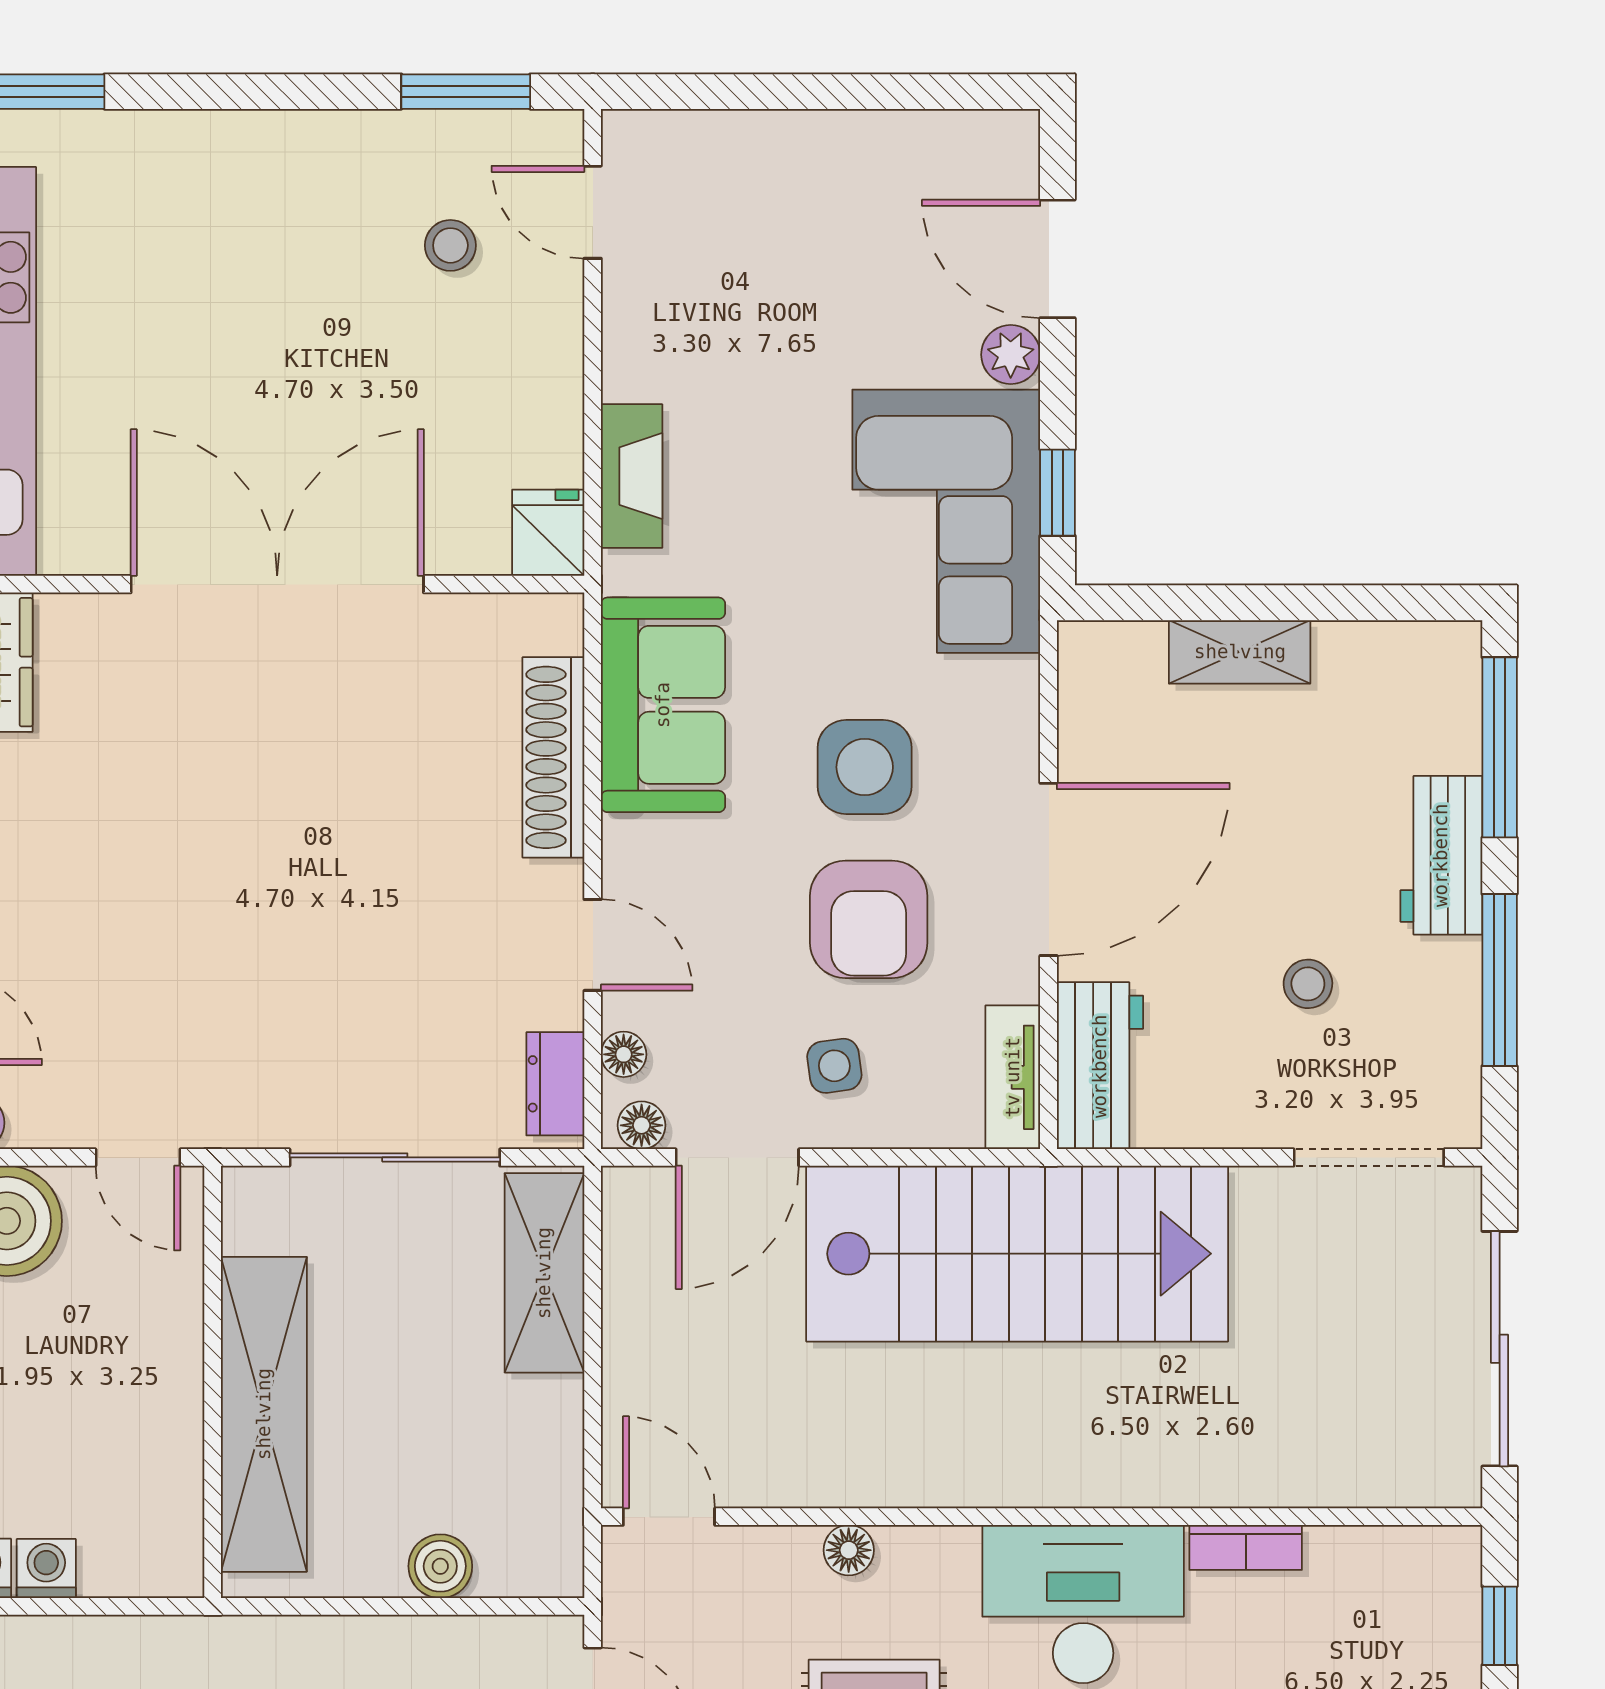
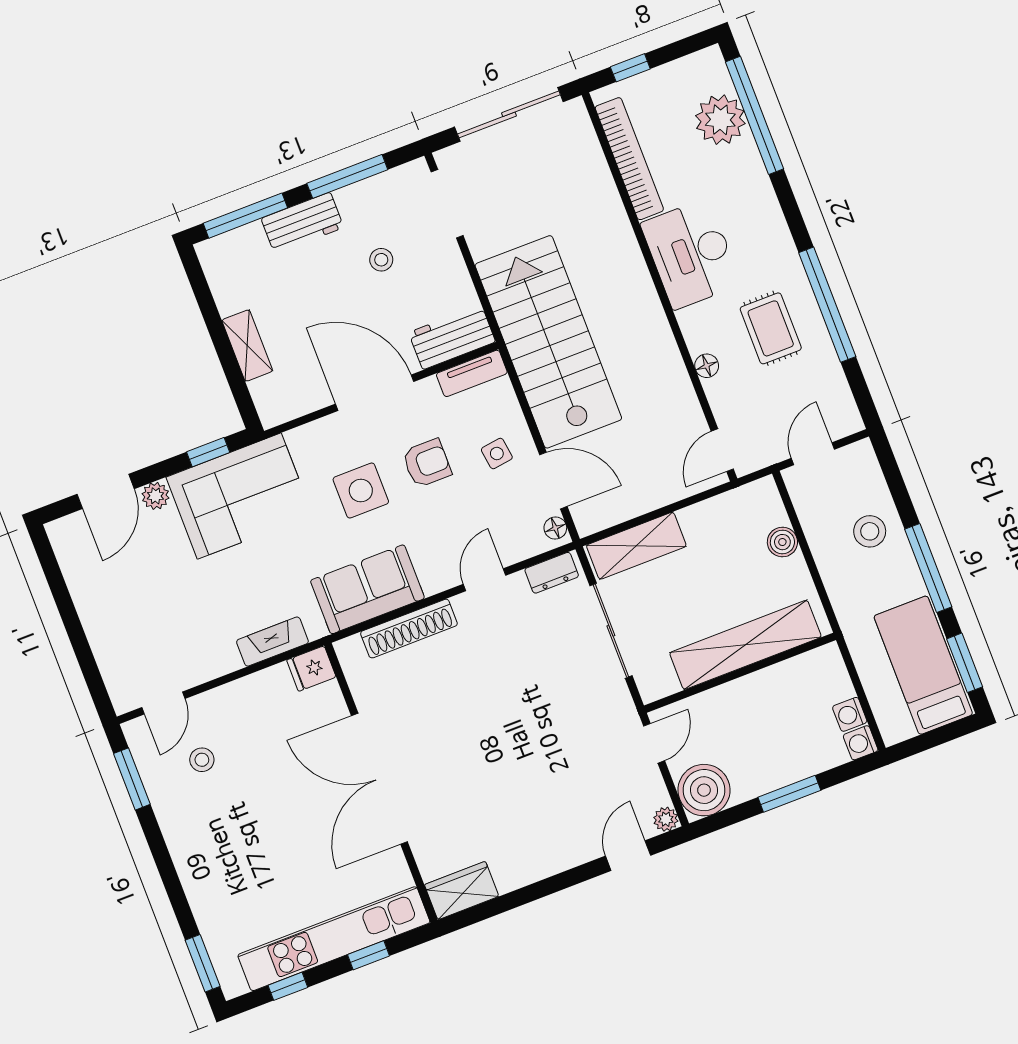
armchair: (869, 919) -> (427, 463), width x0.72, depth x0.72
floor lamp: (624, 1054) -> (527, 548), removed
bookcase: (1246, 1547) -> (629, 159), width x2.31, depth x1.31

